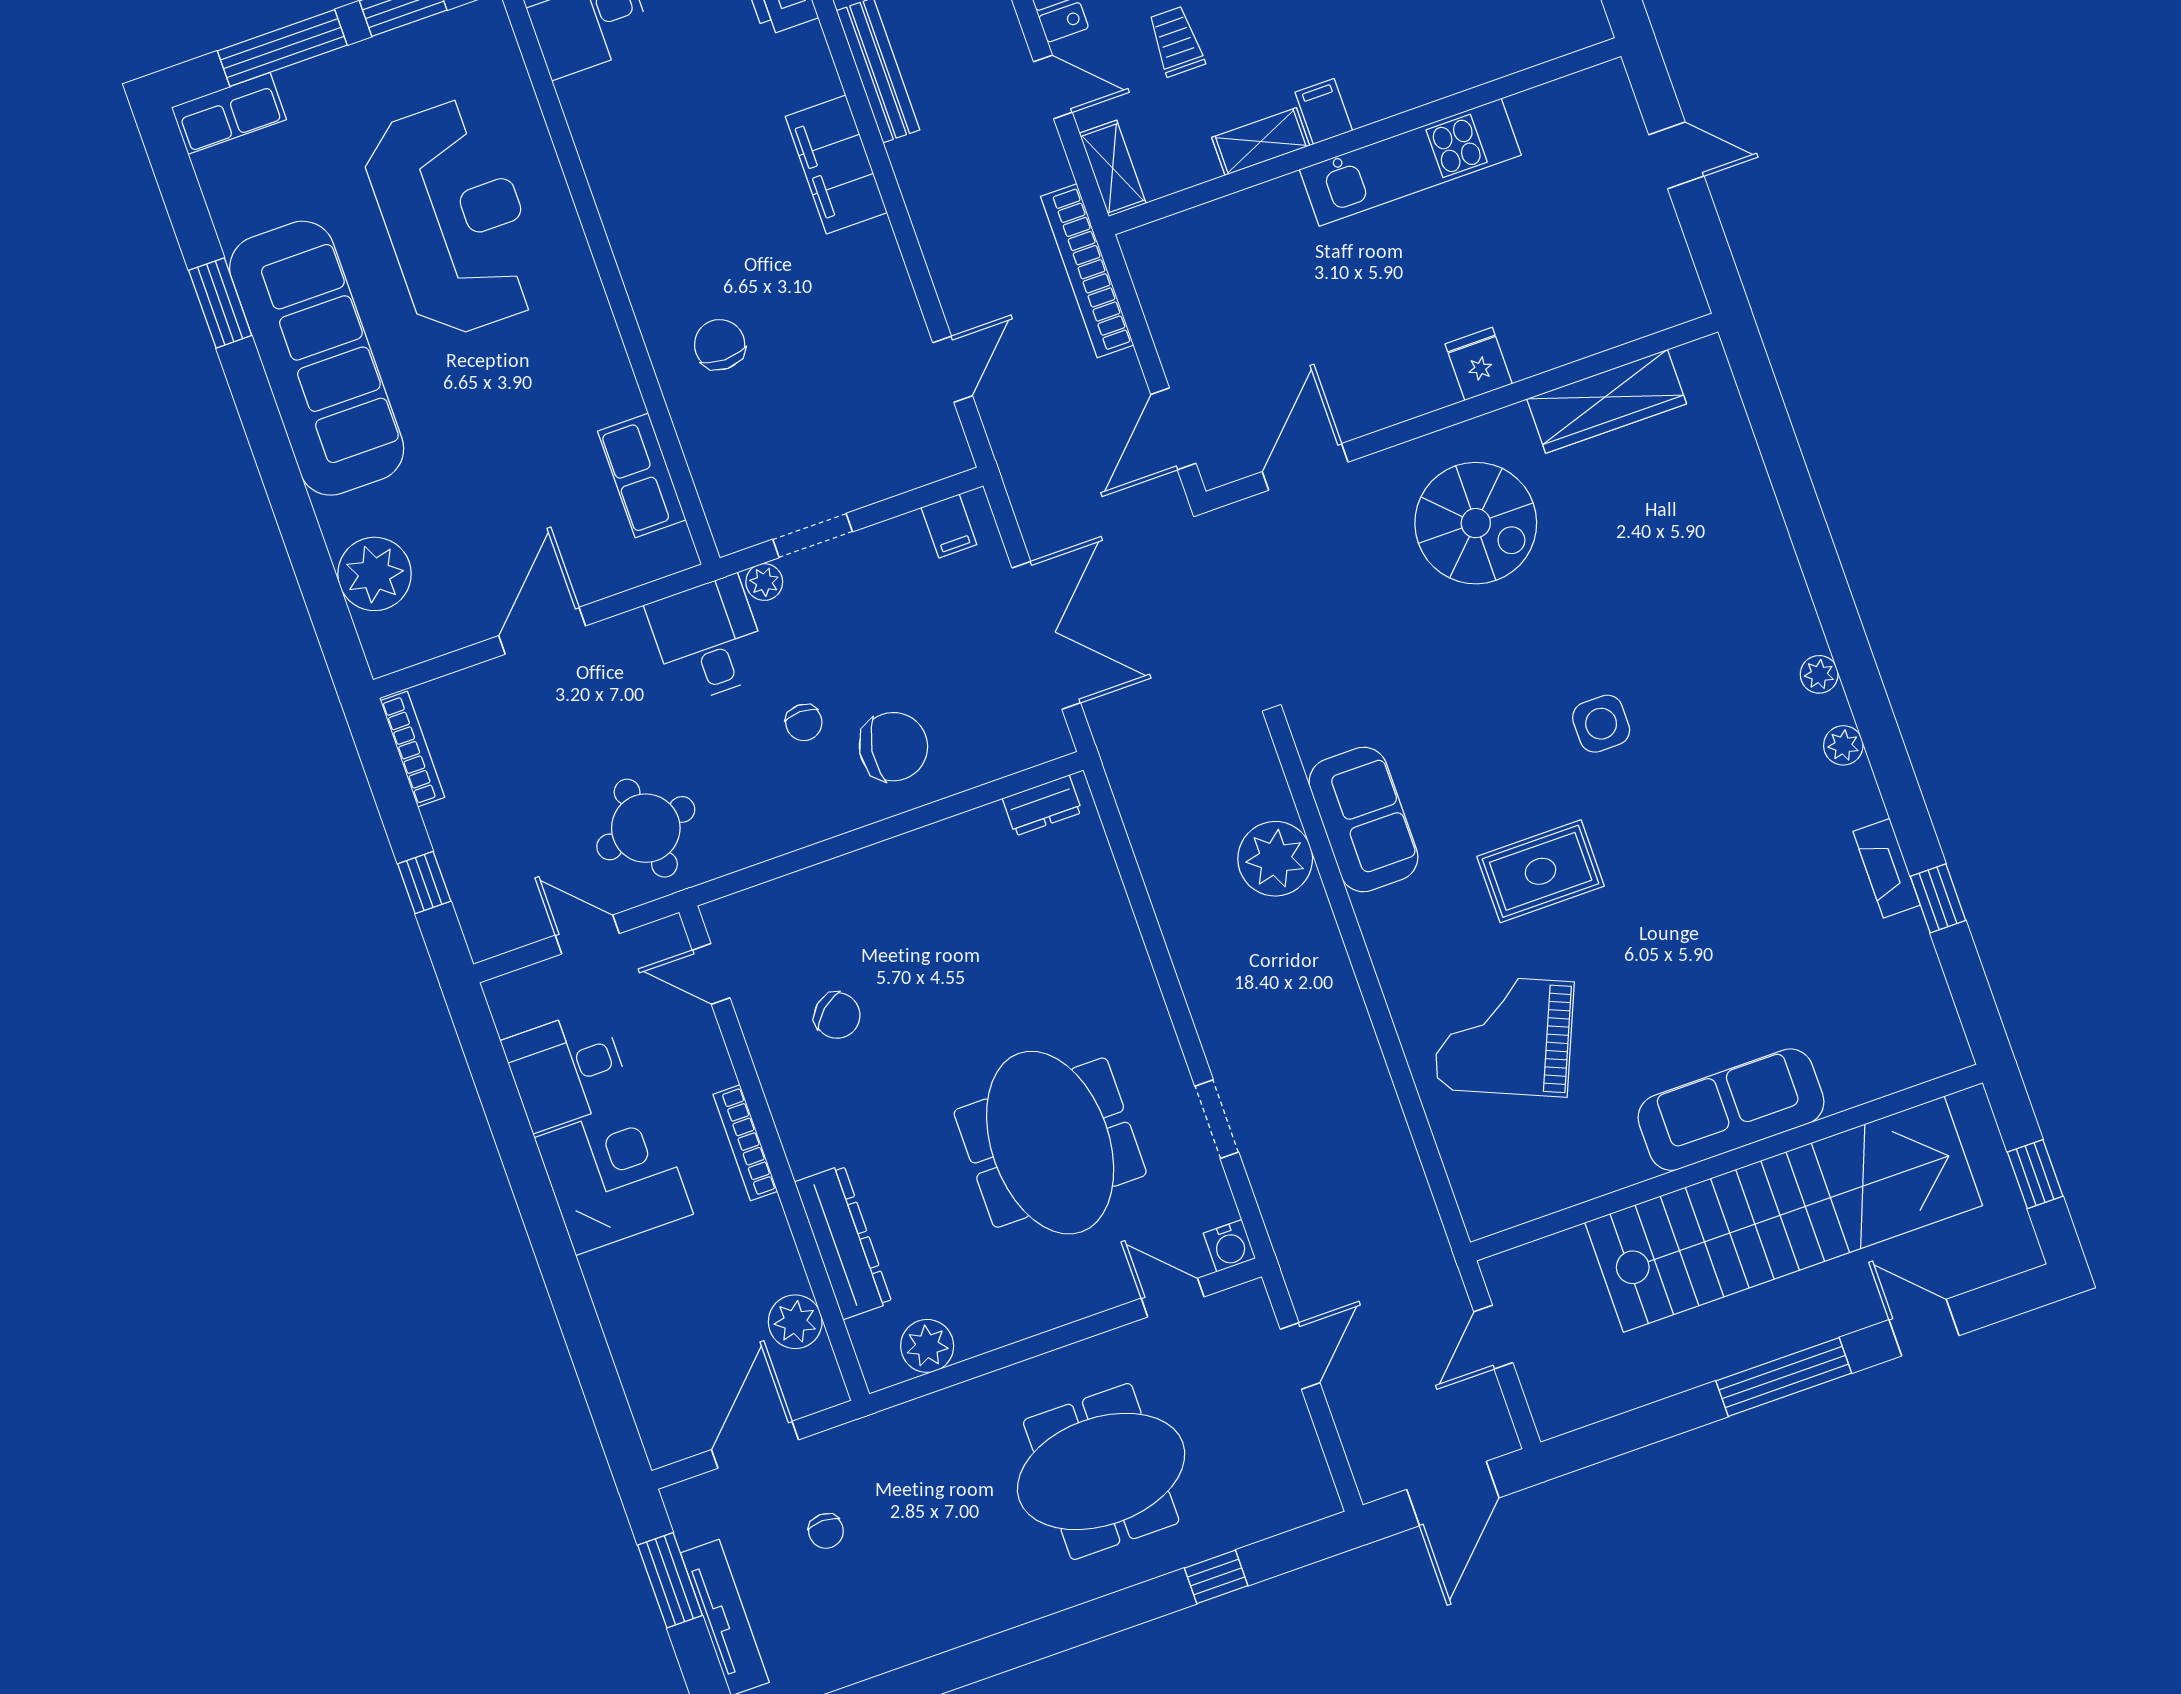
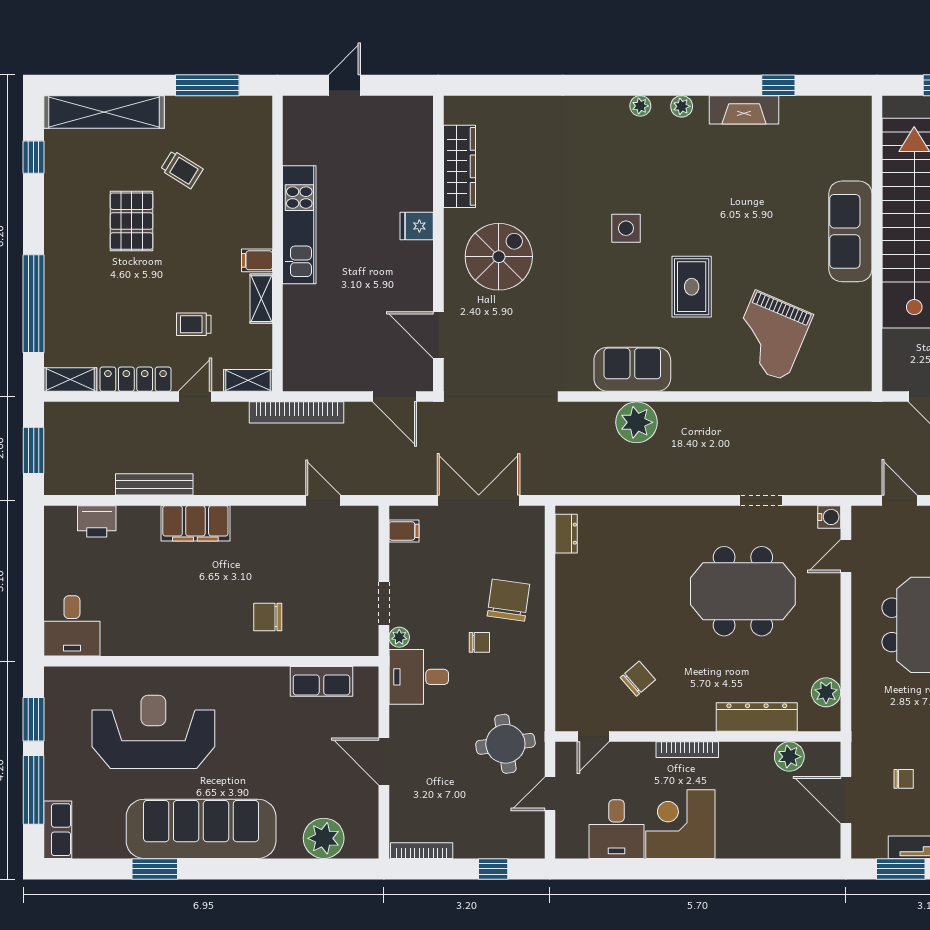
fireplace: (1887, 868) -> (744, 110), width x1.37, depth x1.32

